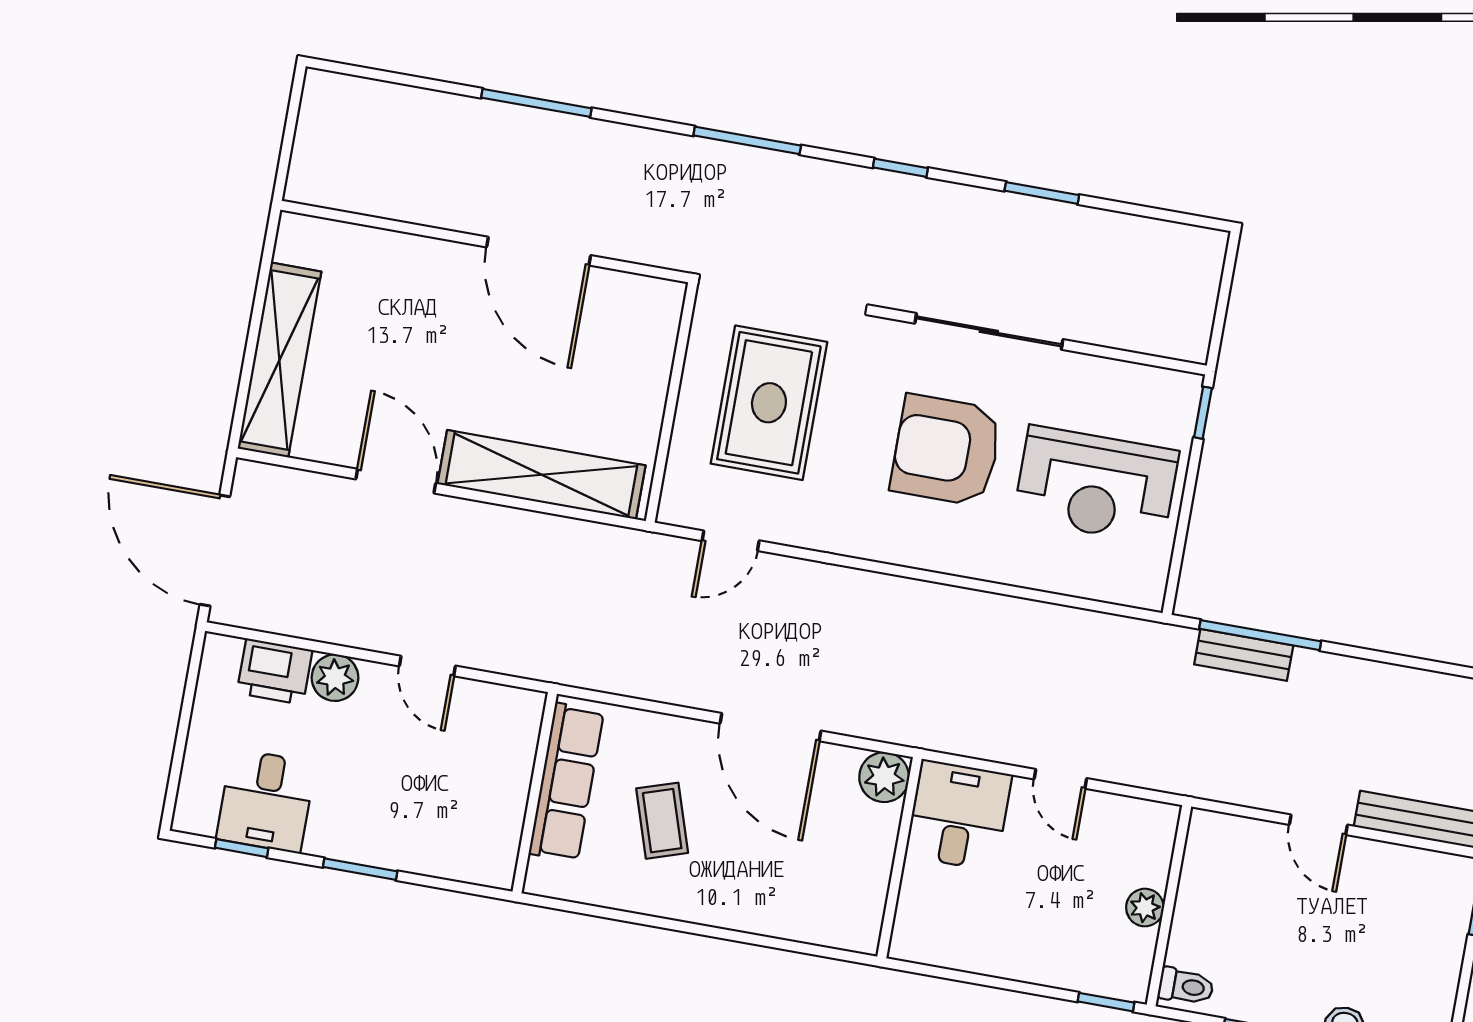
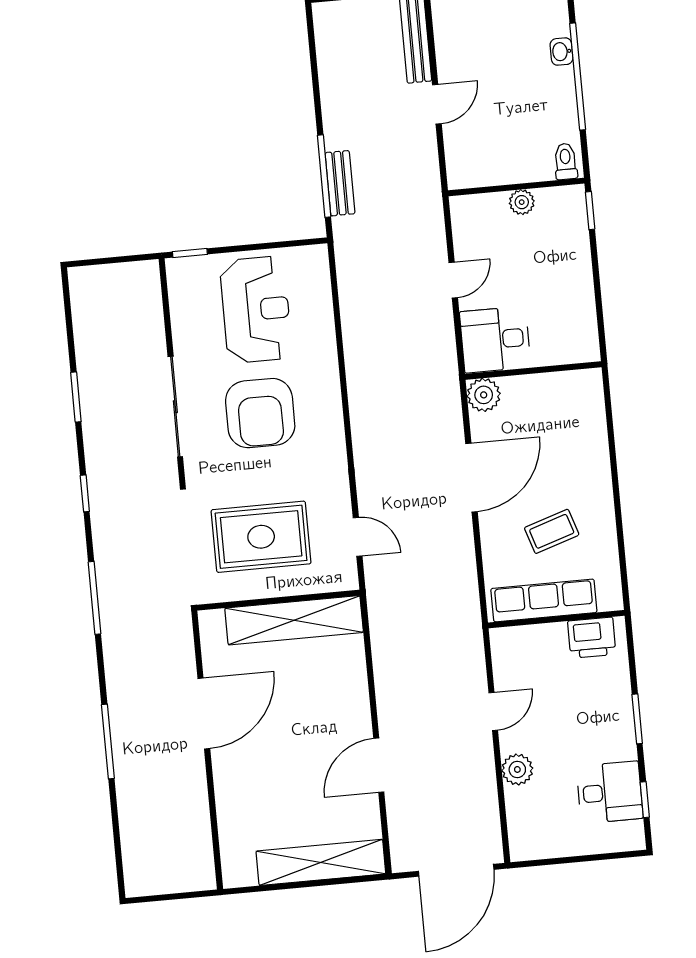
shelving: (541, 475) -> (294, 620), moved, turned 90
printer: (275, 672) -> (592, 638), moved, turned 90

